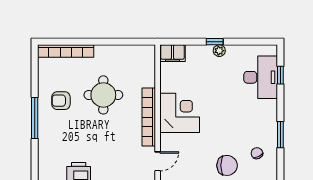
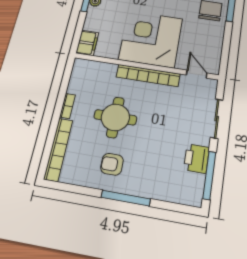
bookcase: (107, 49) -> (67, 106), added
armchair: (61, 101) -> (112, 164), turned 90
corner desk: (180, 113) -> (151, 39), width x1.36, depth x1.36

